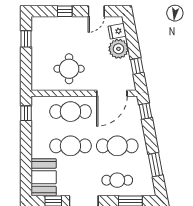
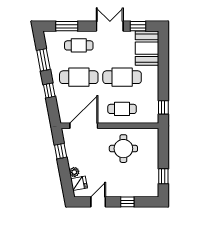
plant: (118, 49) -> (74, 172), width x0.53, depth x0.53
window: (145, 111) -> (49, 90), moved
cafe table: (70, 112) -> (122, 109), width x0.73, depth x0.74

